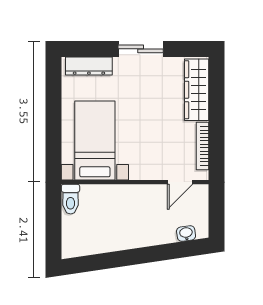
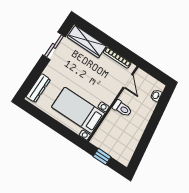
sliding door: (141, 49) -> (54, 46), moved
toilet: (71, 199) -> (122, 108), moved
window: (53, 215) -> (102, 157), added

